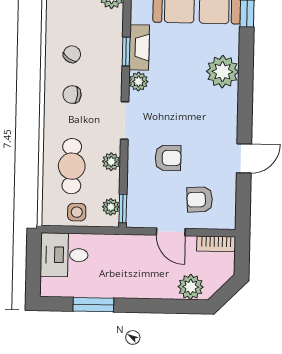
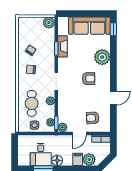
plant: (139, 82) -> (62, 127), moved
armchair: (168, 158) -> (89, 79), moved
door: (171, 232) -> (79, 134), hinge flipped
desk: (64, 255) -> (41, 154), moved, turned -90
filing cabinet: (166, 286) -> (78, 159), added
floor lamp: (123, 287) -> (57, 160), added

